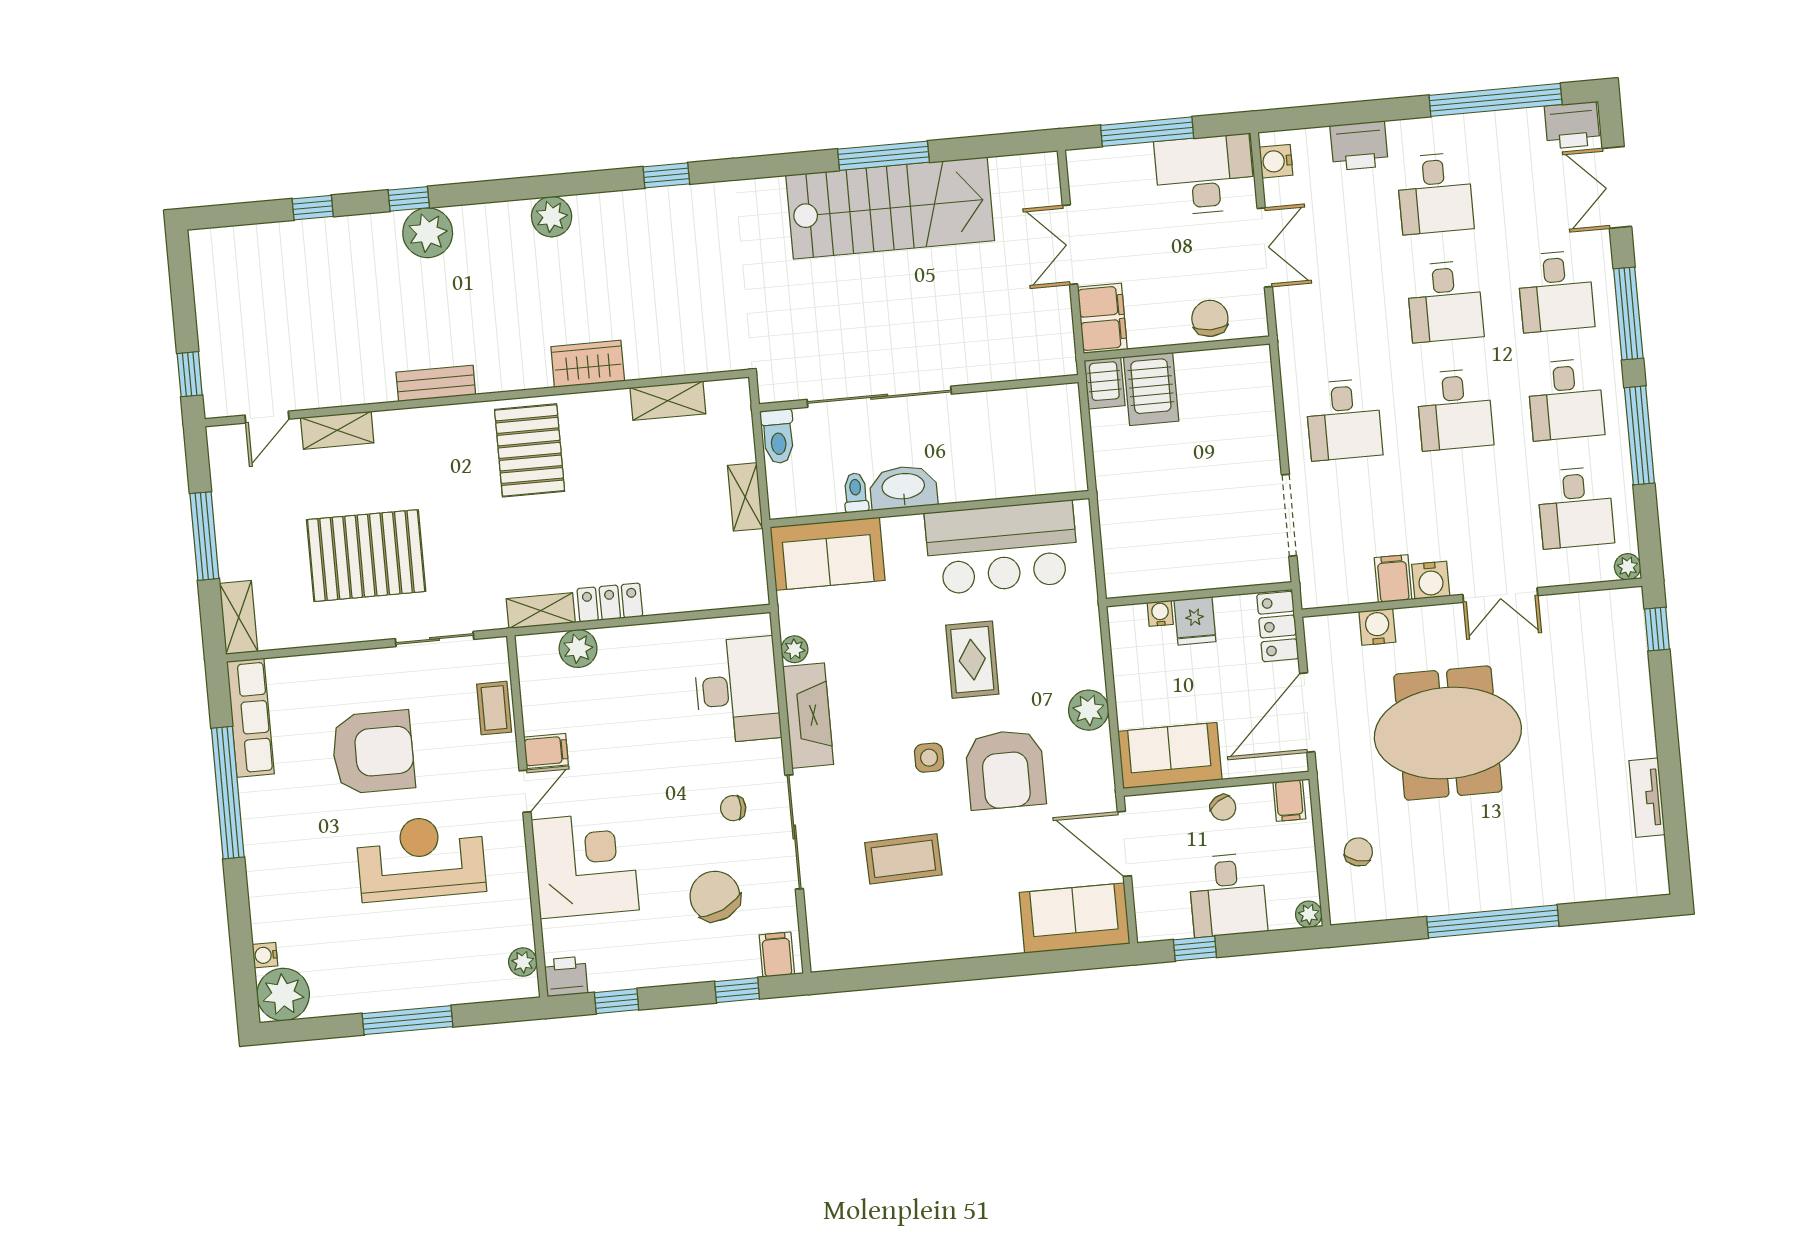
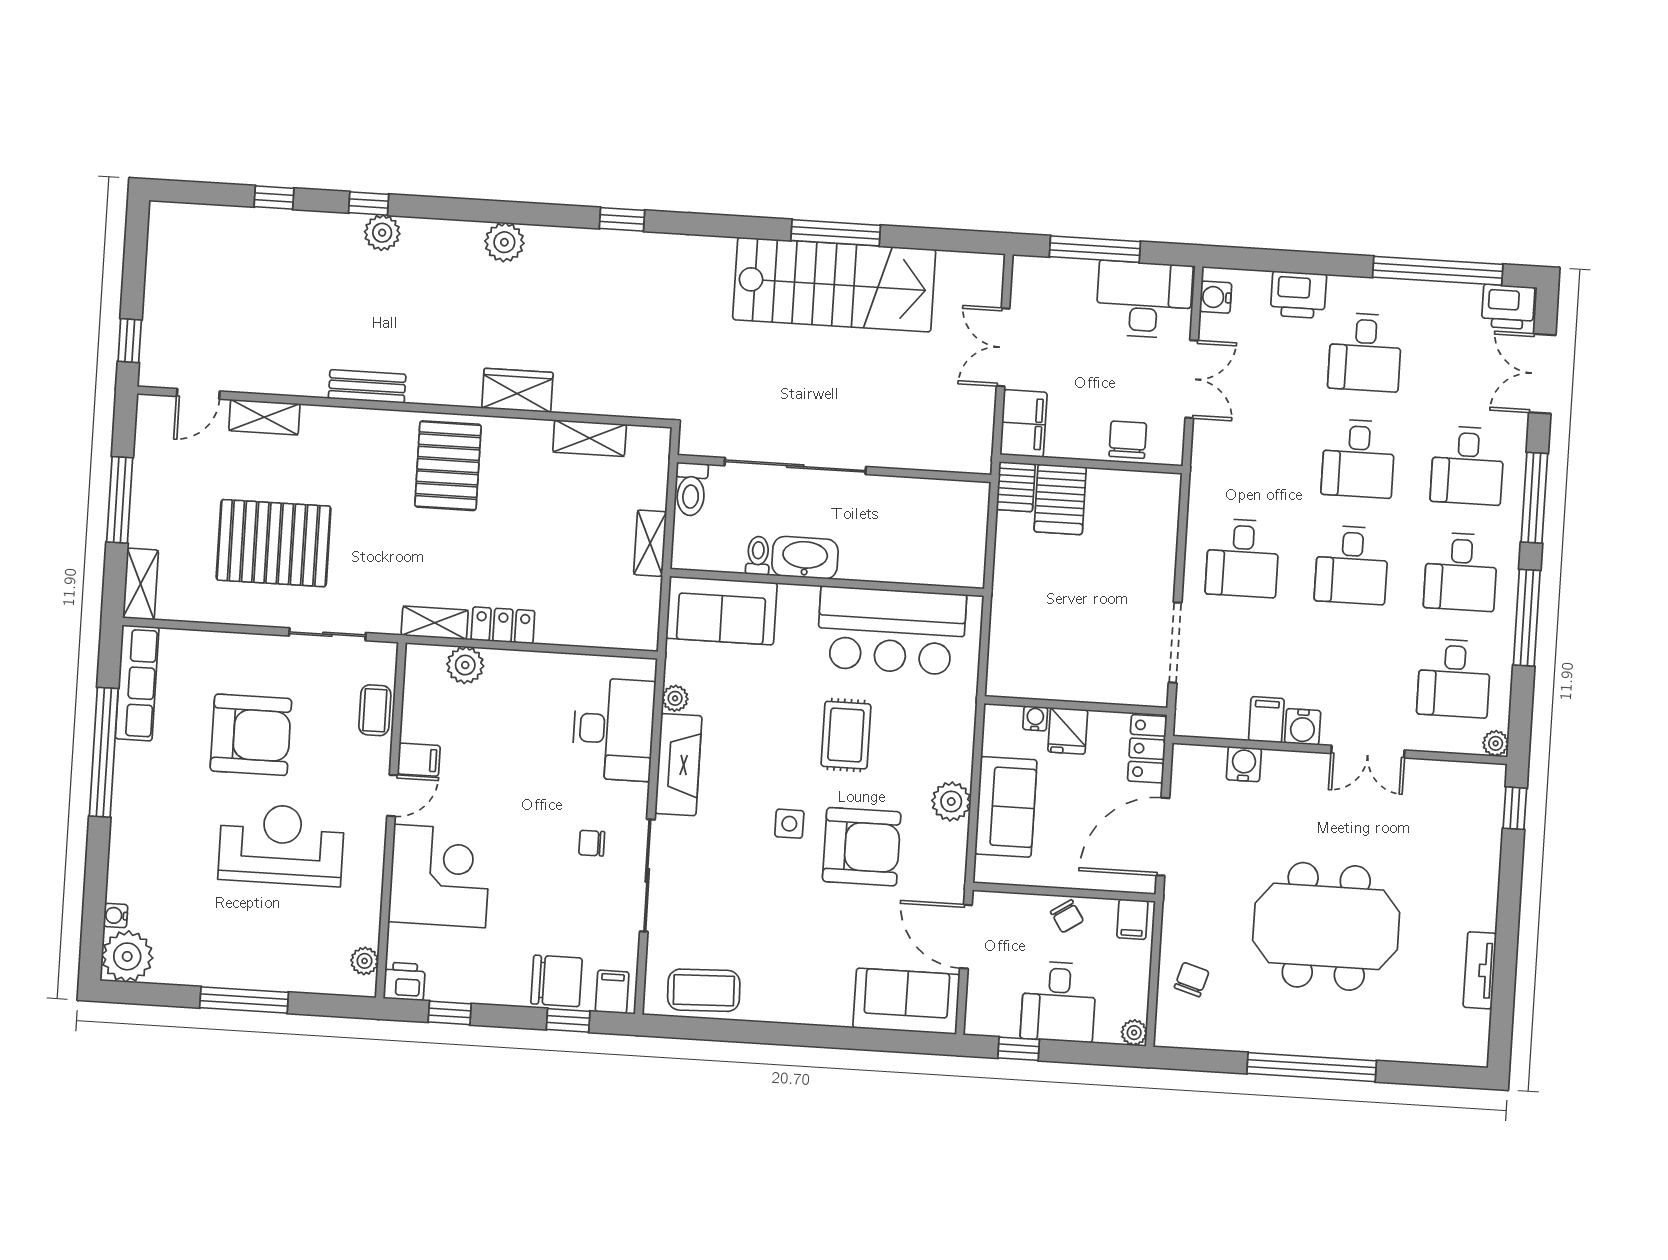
plant: (428, 233) -> (382, 233), width x0.73, depth x0.73
meeting table: (1448, 733) -> (1326, 926), moved
sofa: (1170, 756) -> (1006, 807), moved, turned 90
armchair: (1005, 770) -> (862, 847), turned -90
coffee table: (903, 859) -> (704, 990), moved
chair: (715, 896) -> (556, 981), moved, turned 115

